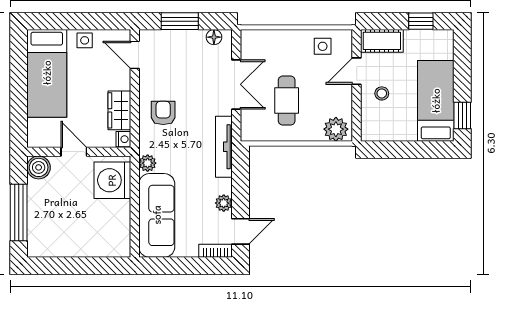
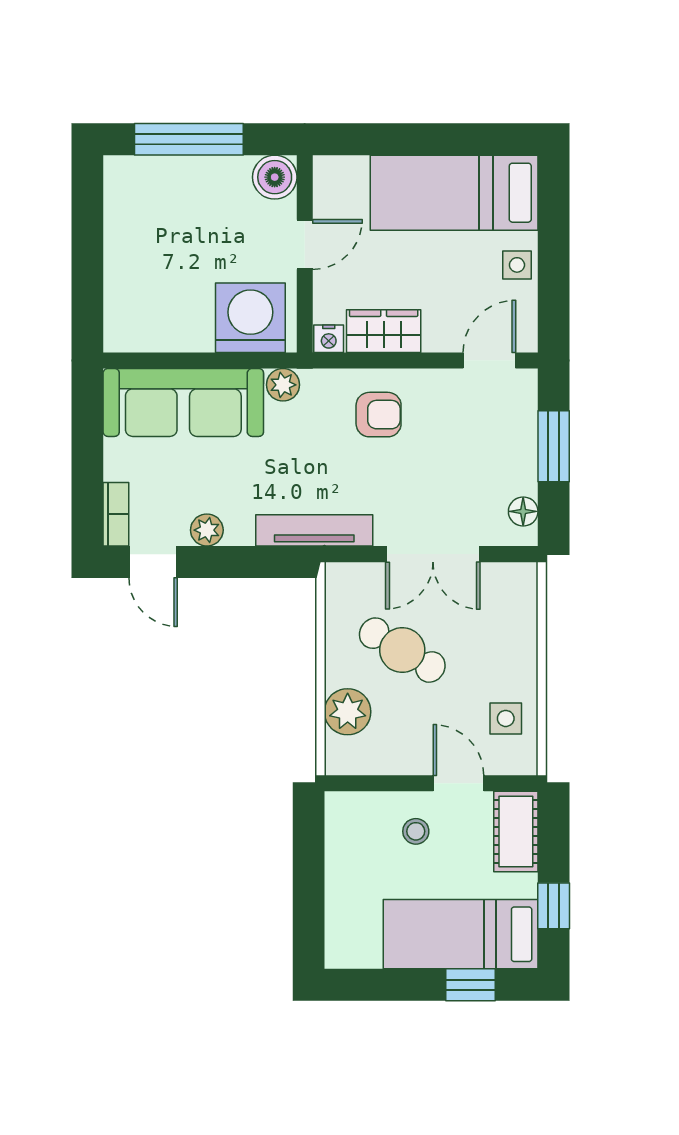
cafe table: (287, 101) -> (402, 650), turned 31
bed: (436, 101) -> (461, 934), moved, turned 180
window: (462, 115) -> (471, 985), moved
plant: (336, 129) -> (348, 712), moved

